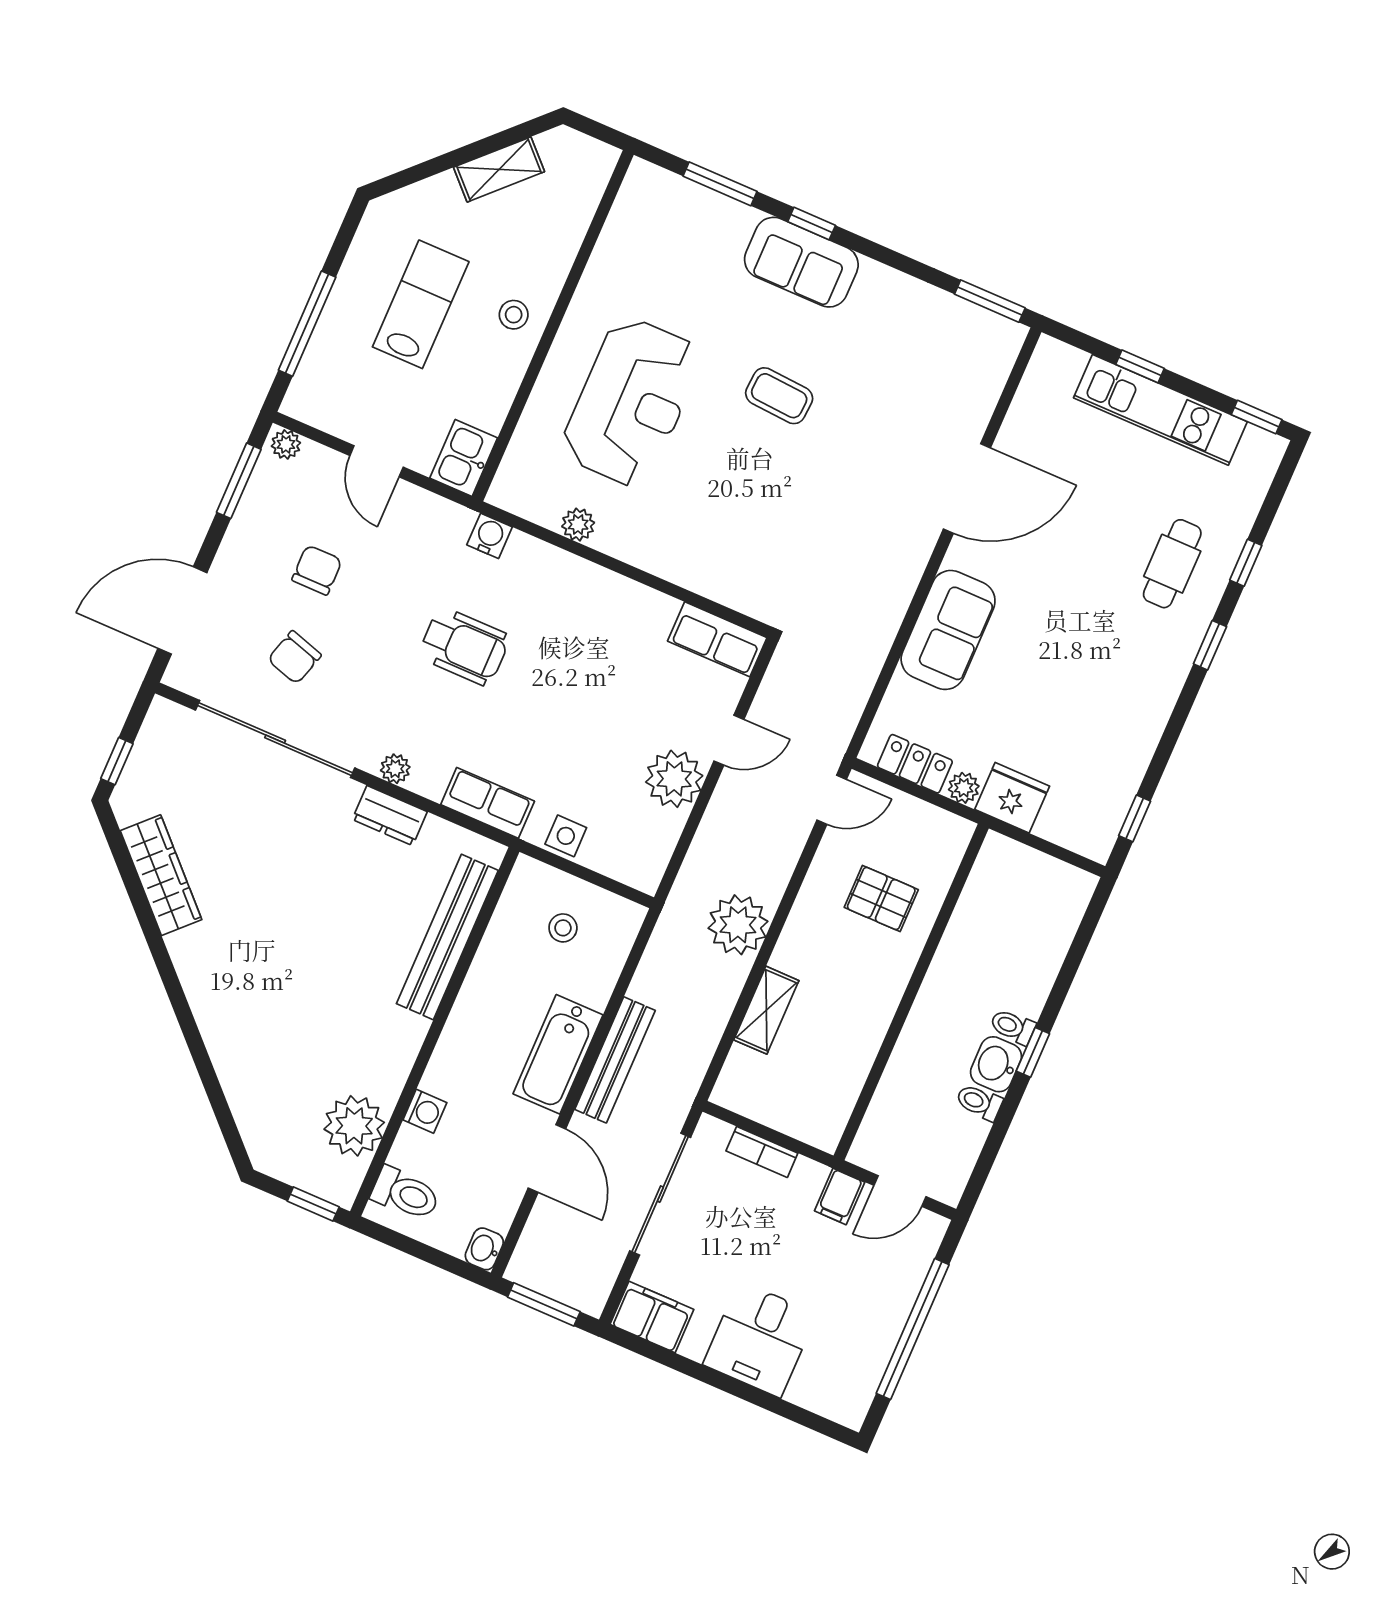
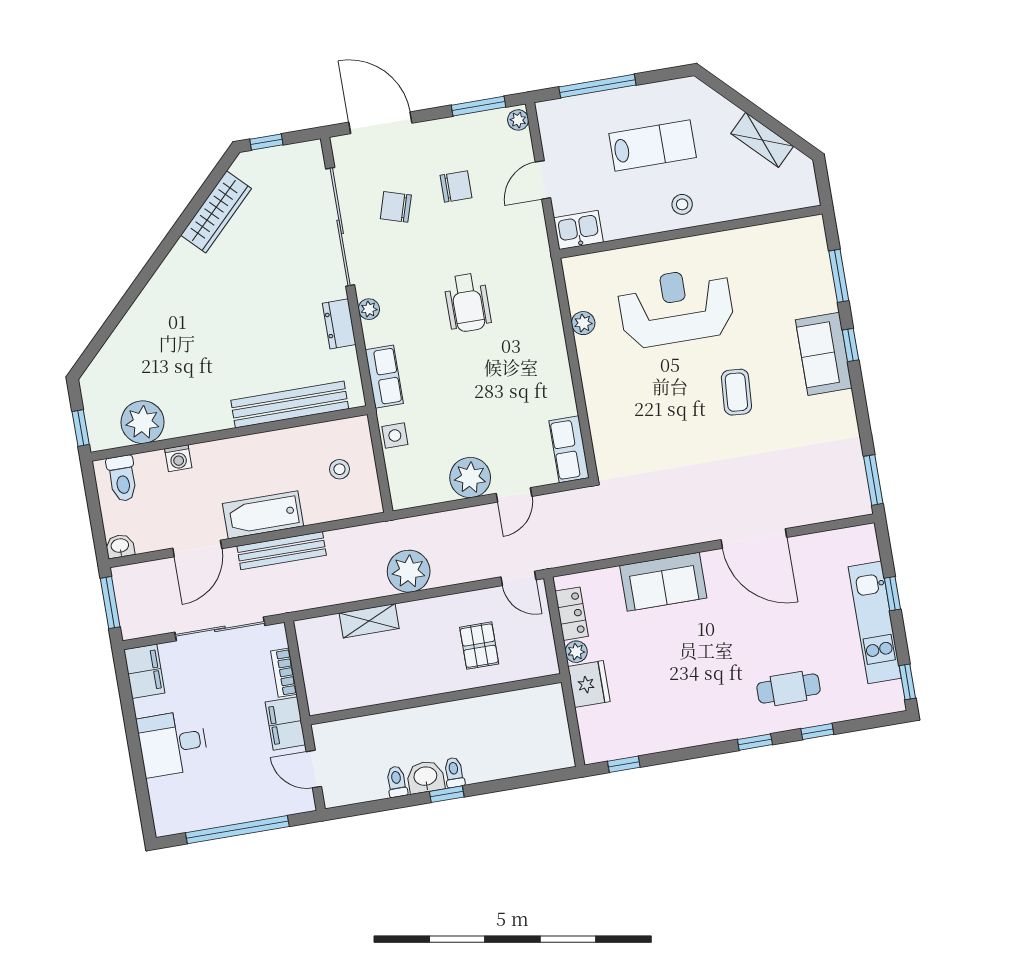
reception desk: (631, 402) -> (676, 307), turned 180
water cooler: (490, 536) -> (542, 275), removed
door: (729, 740) -> (514, 495), hinge flipped
filing cabinet: (840, 1196) -> (285, 723), width x2.00

